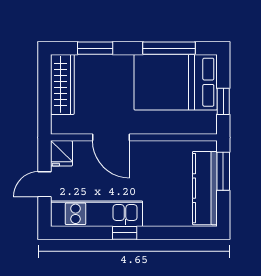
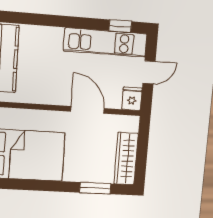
window: (169, 48) -> (31, 185), removed
window: (125, 233) -> (120, 26), moved

